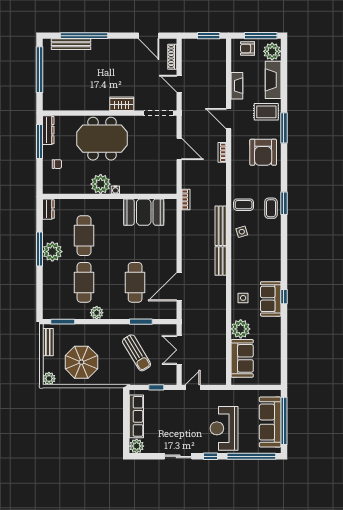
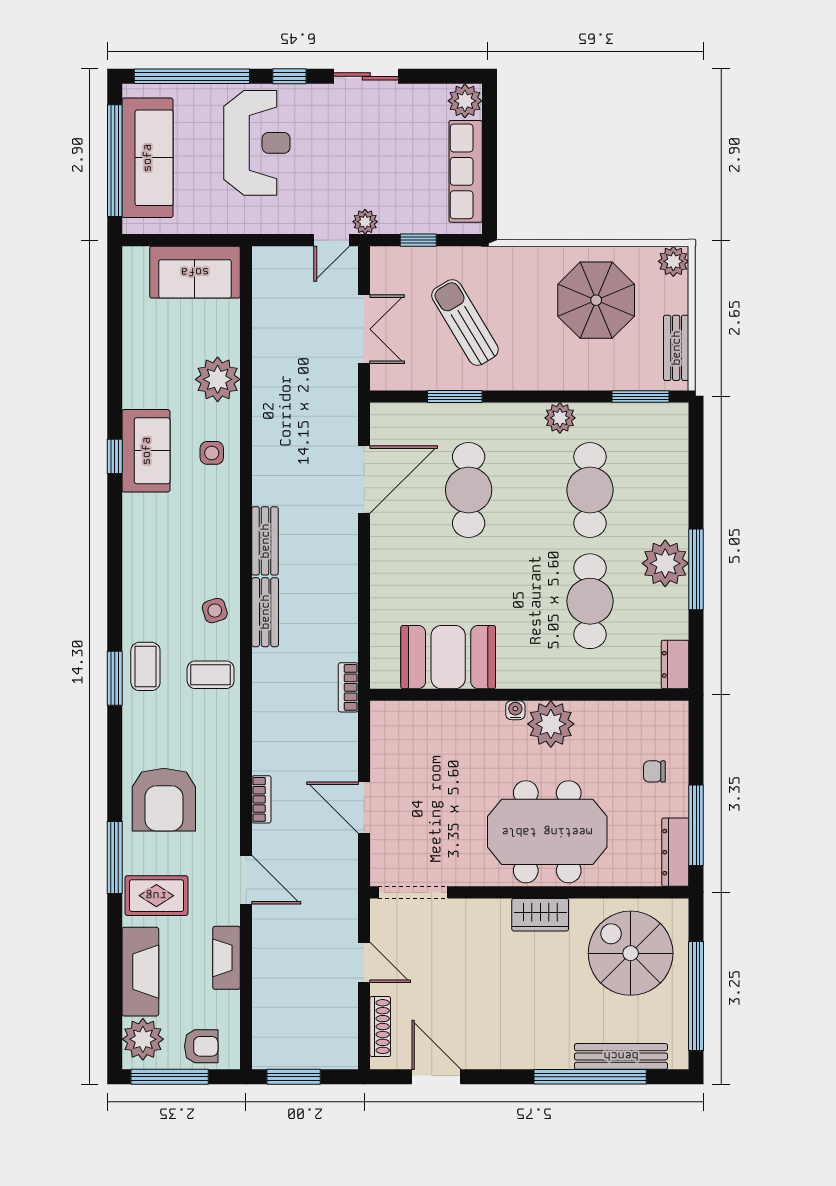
spiral stairs: (67, 88) -> (631, 953), added
wardrobe: (122, 104) -> (540, 915), moved
armchair: (263, 152) -> (164, 800), turned 180
bench: (221, 226) -> (265, 612), width x0.73
sofa: (242, 358) -> (195, 272), moved, turned -90
plant: (179, 395) -> (365, 222), added

